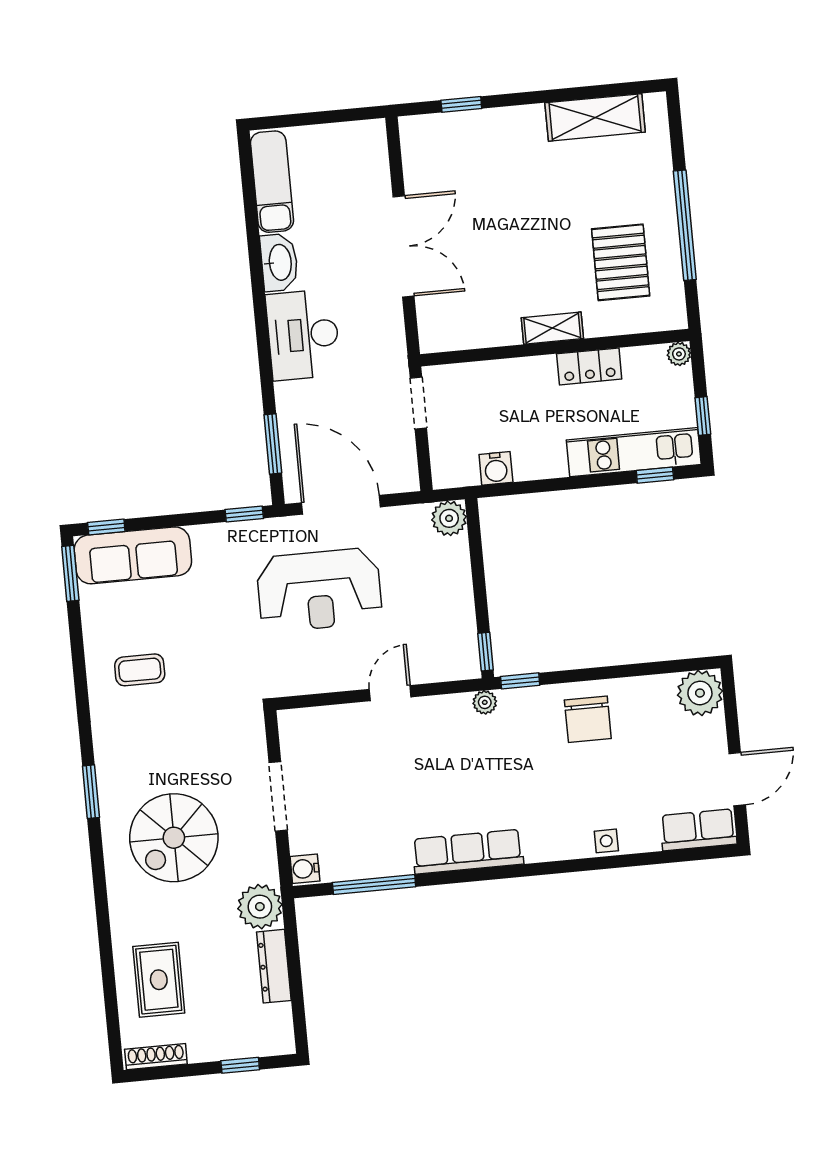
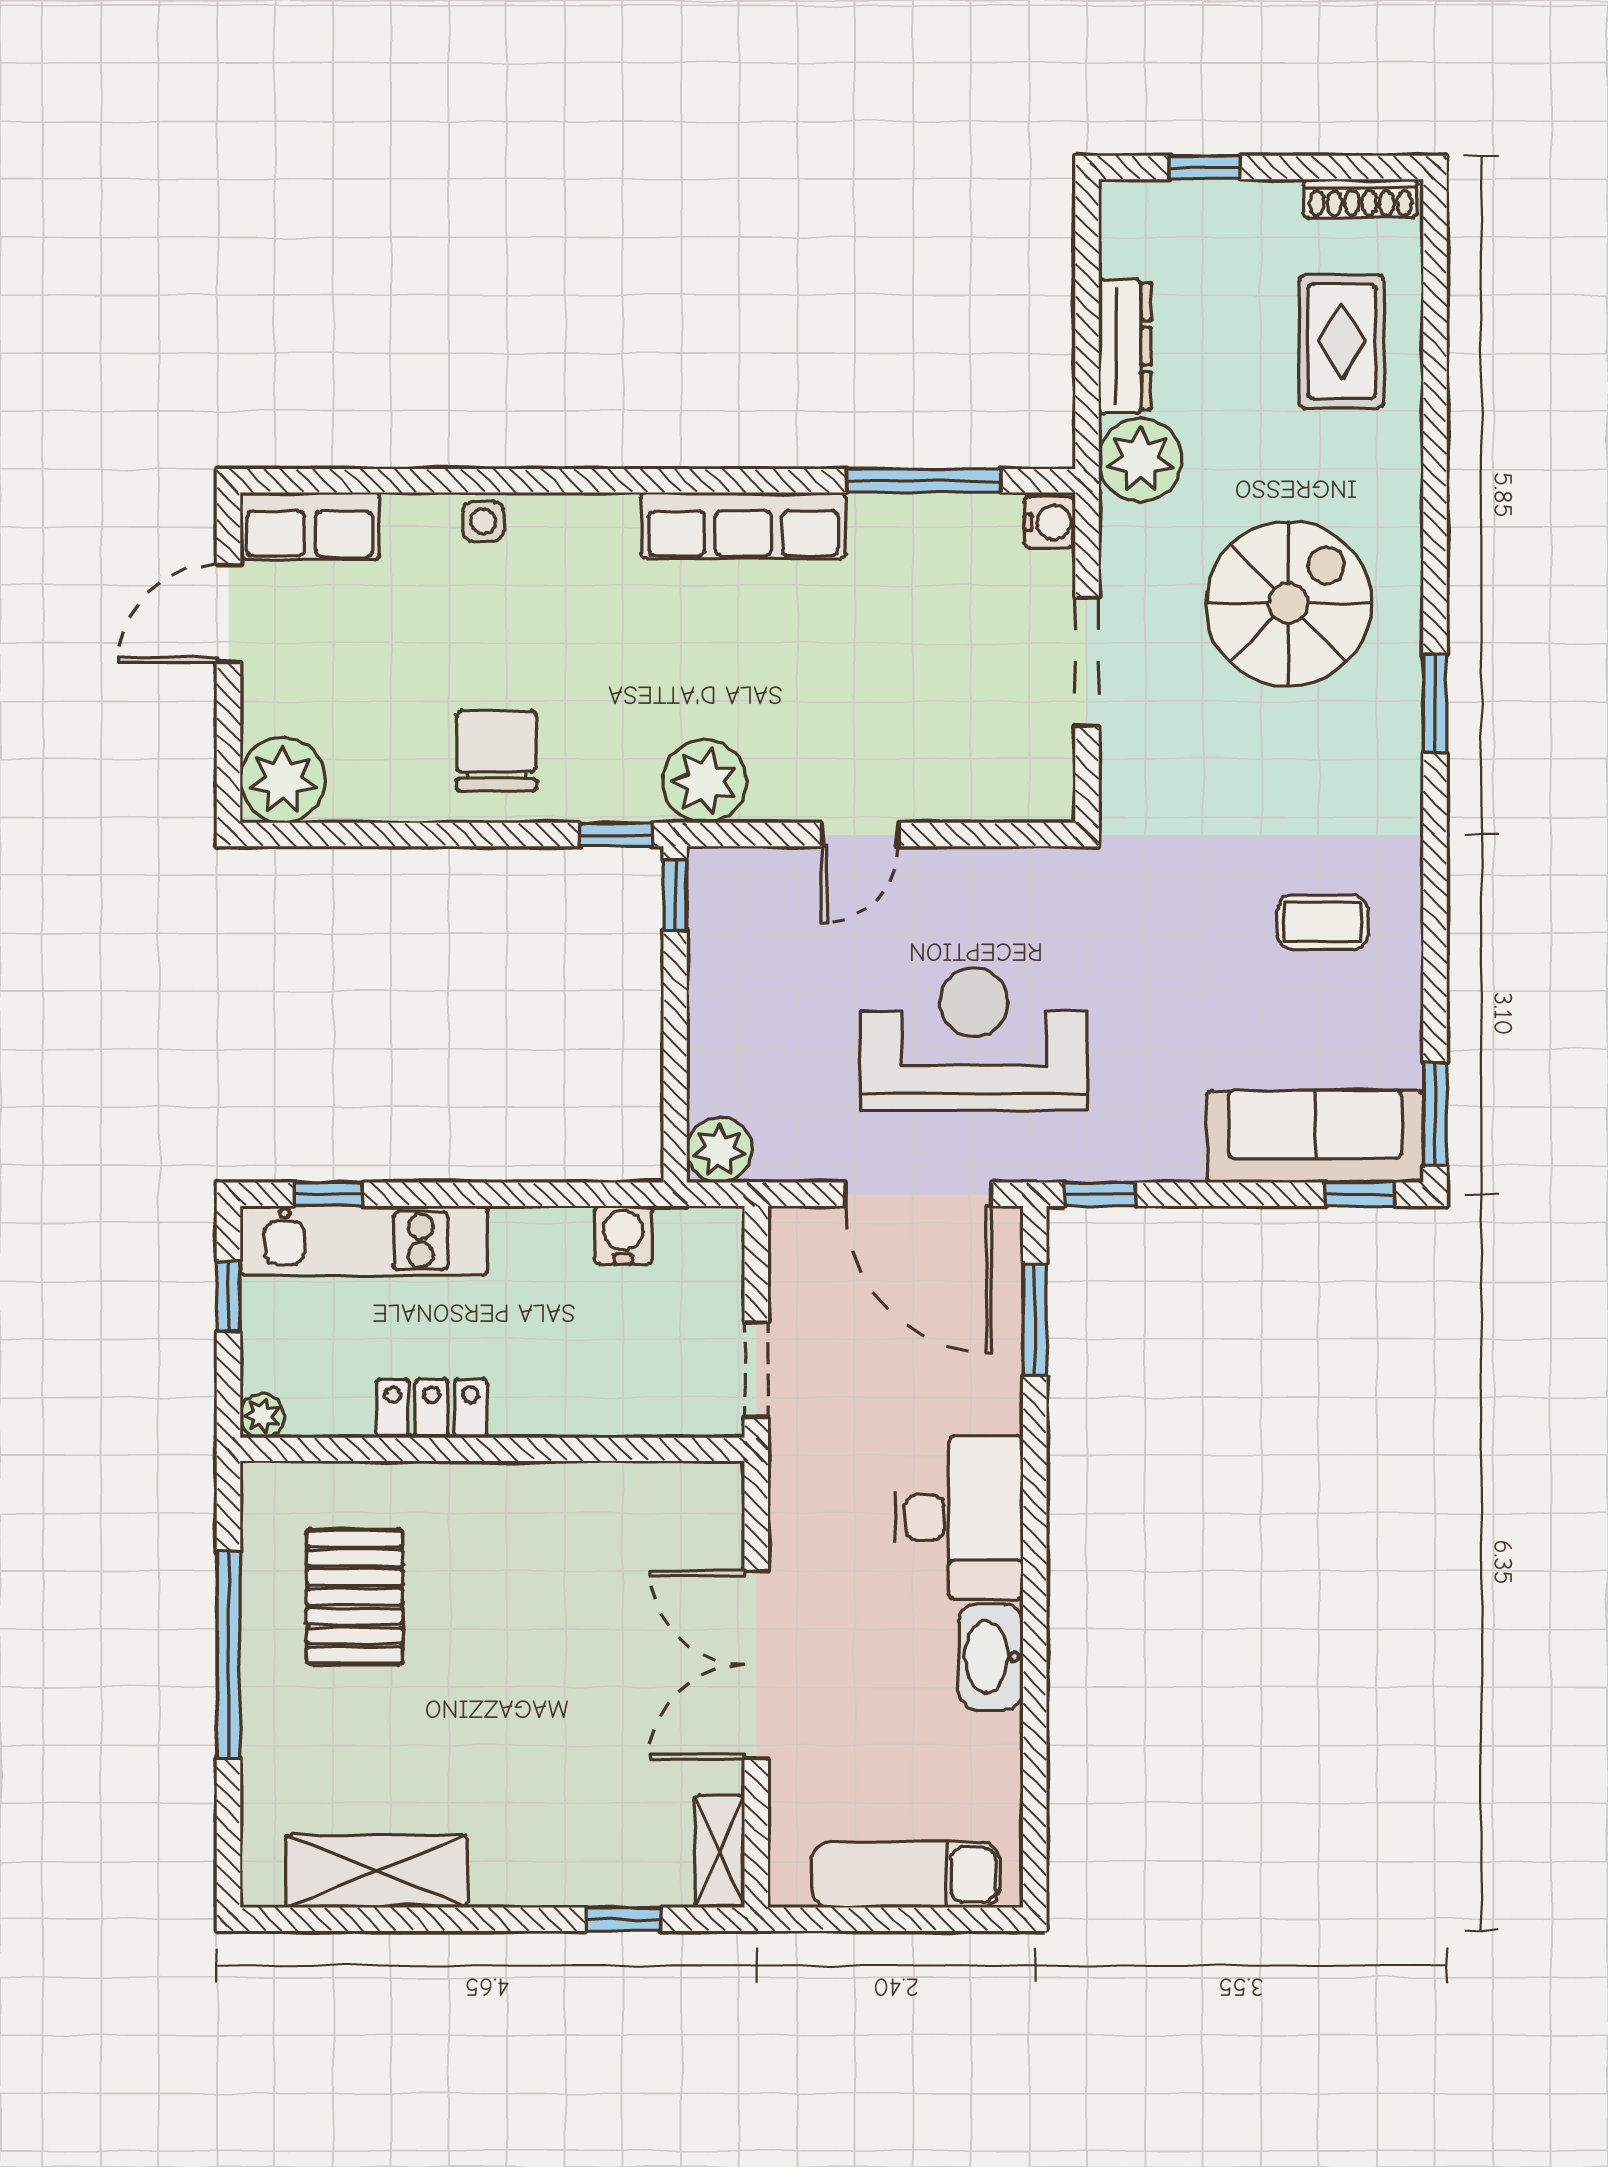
exam couch: (272, 182) -> (905, 1875), moved, turned 90
shelving: (552, 328) -> (720, 1852), moved, turned 90
plant: (485, 702) -> (705, 781), width x1.87, depth x1.87

